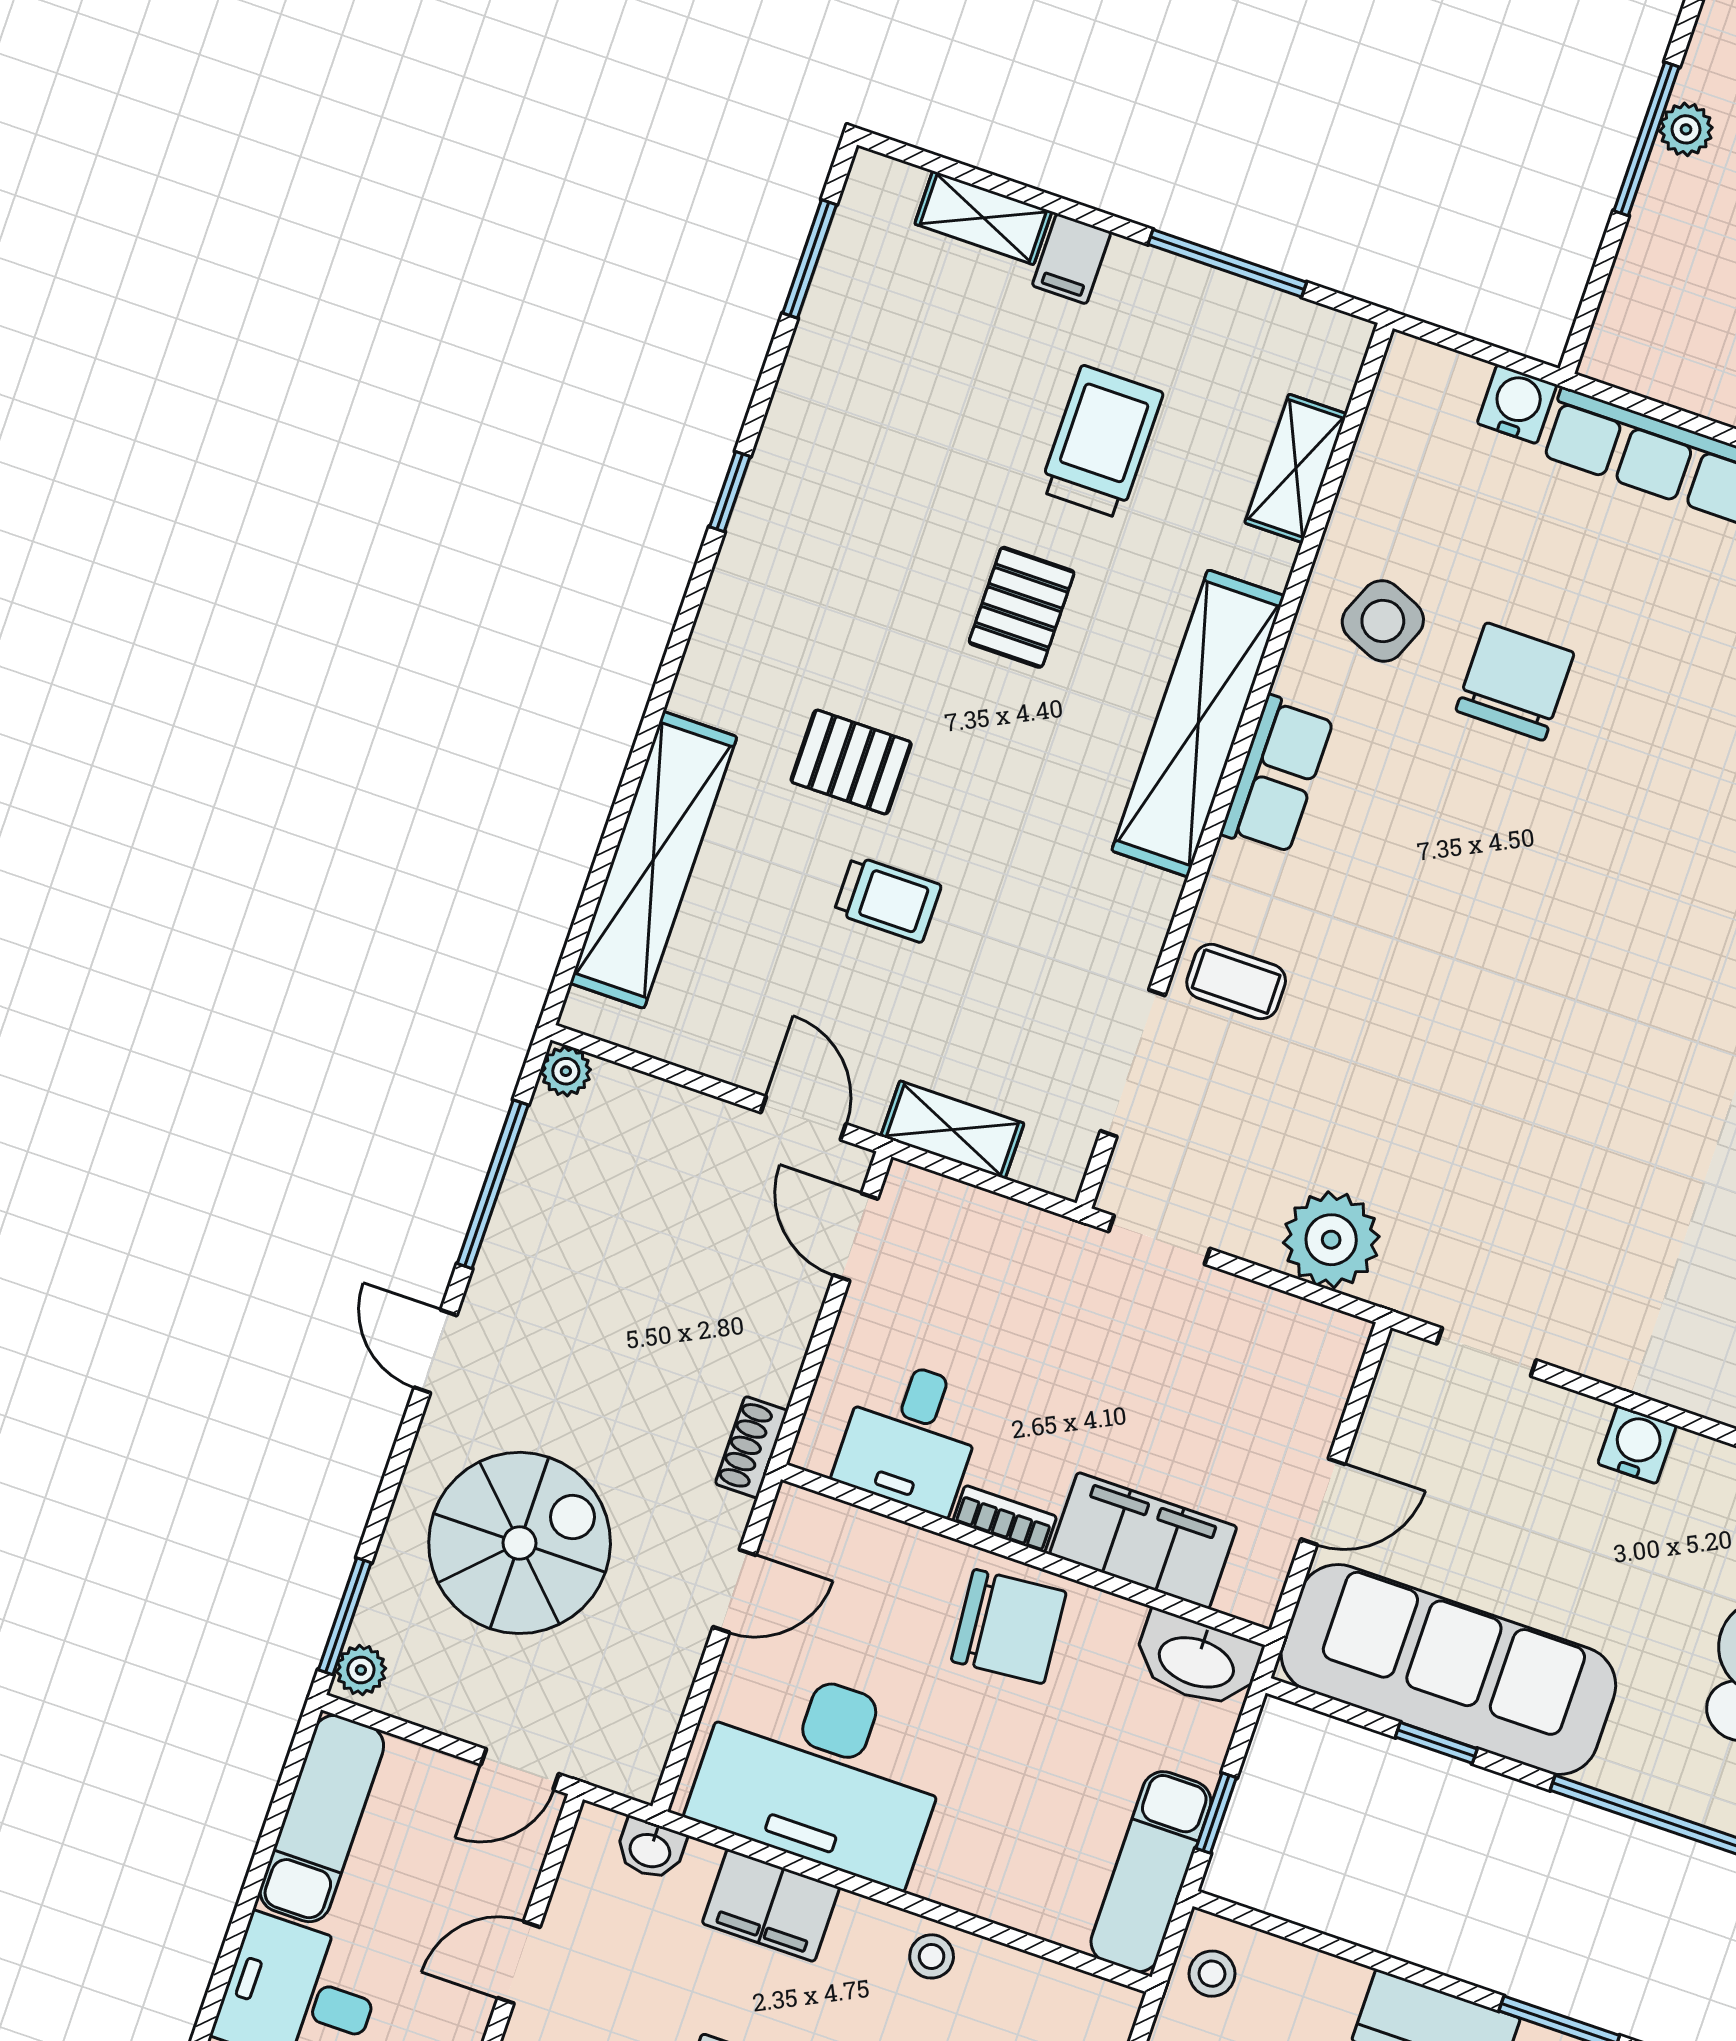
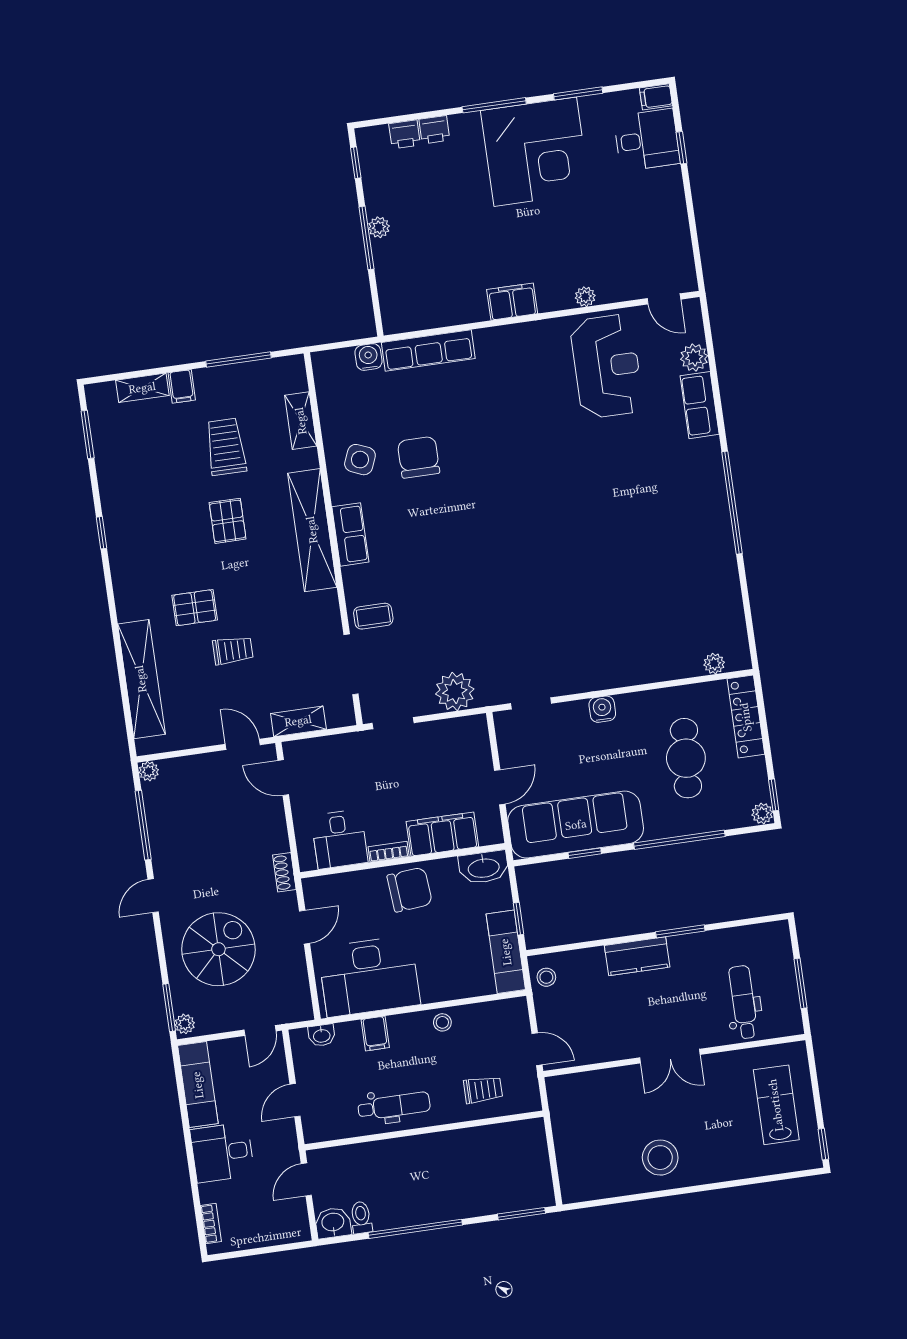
door: (435, 1351) -> (153, 896), hinge flipped
filing cabinet: (771, 1905) -> (375, 1033), width x0.50

